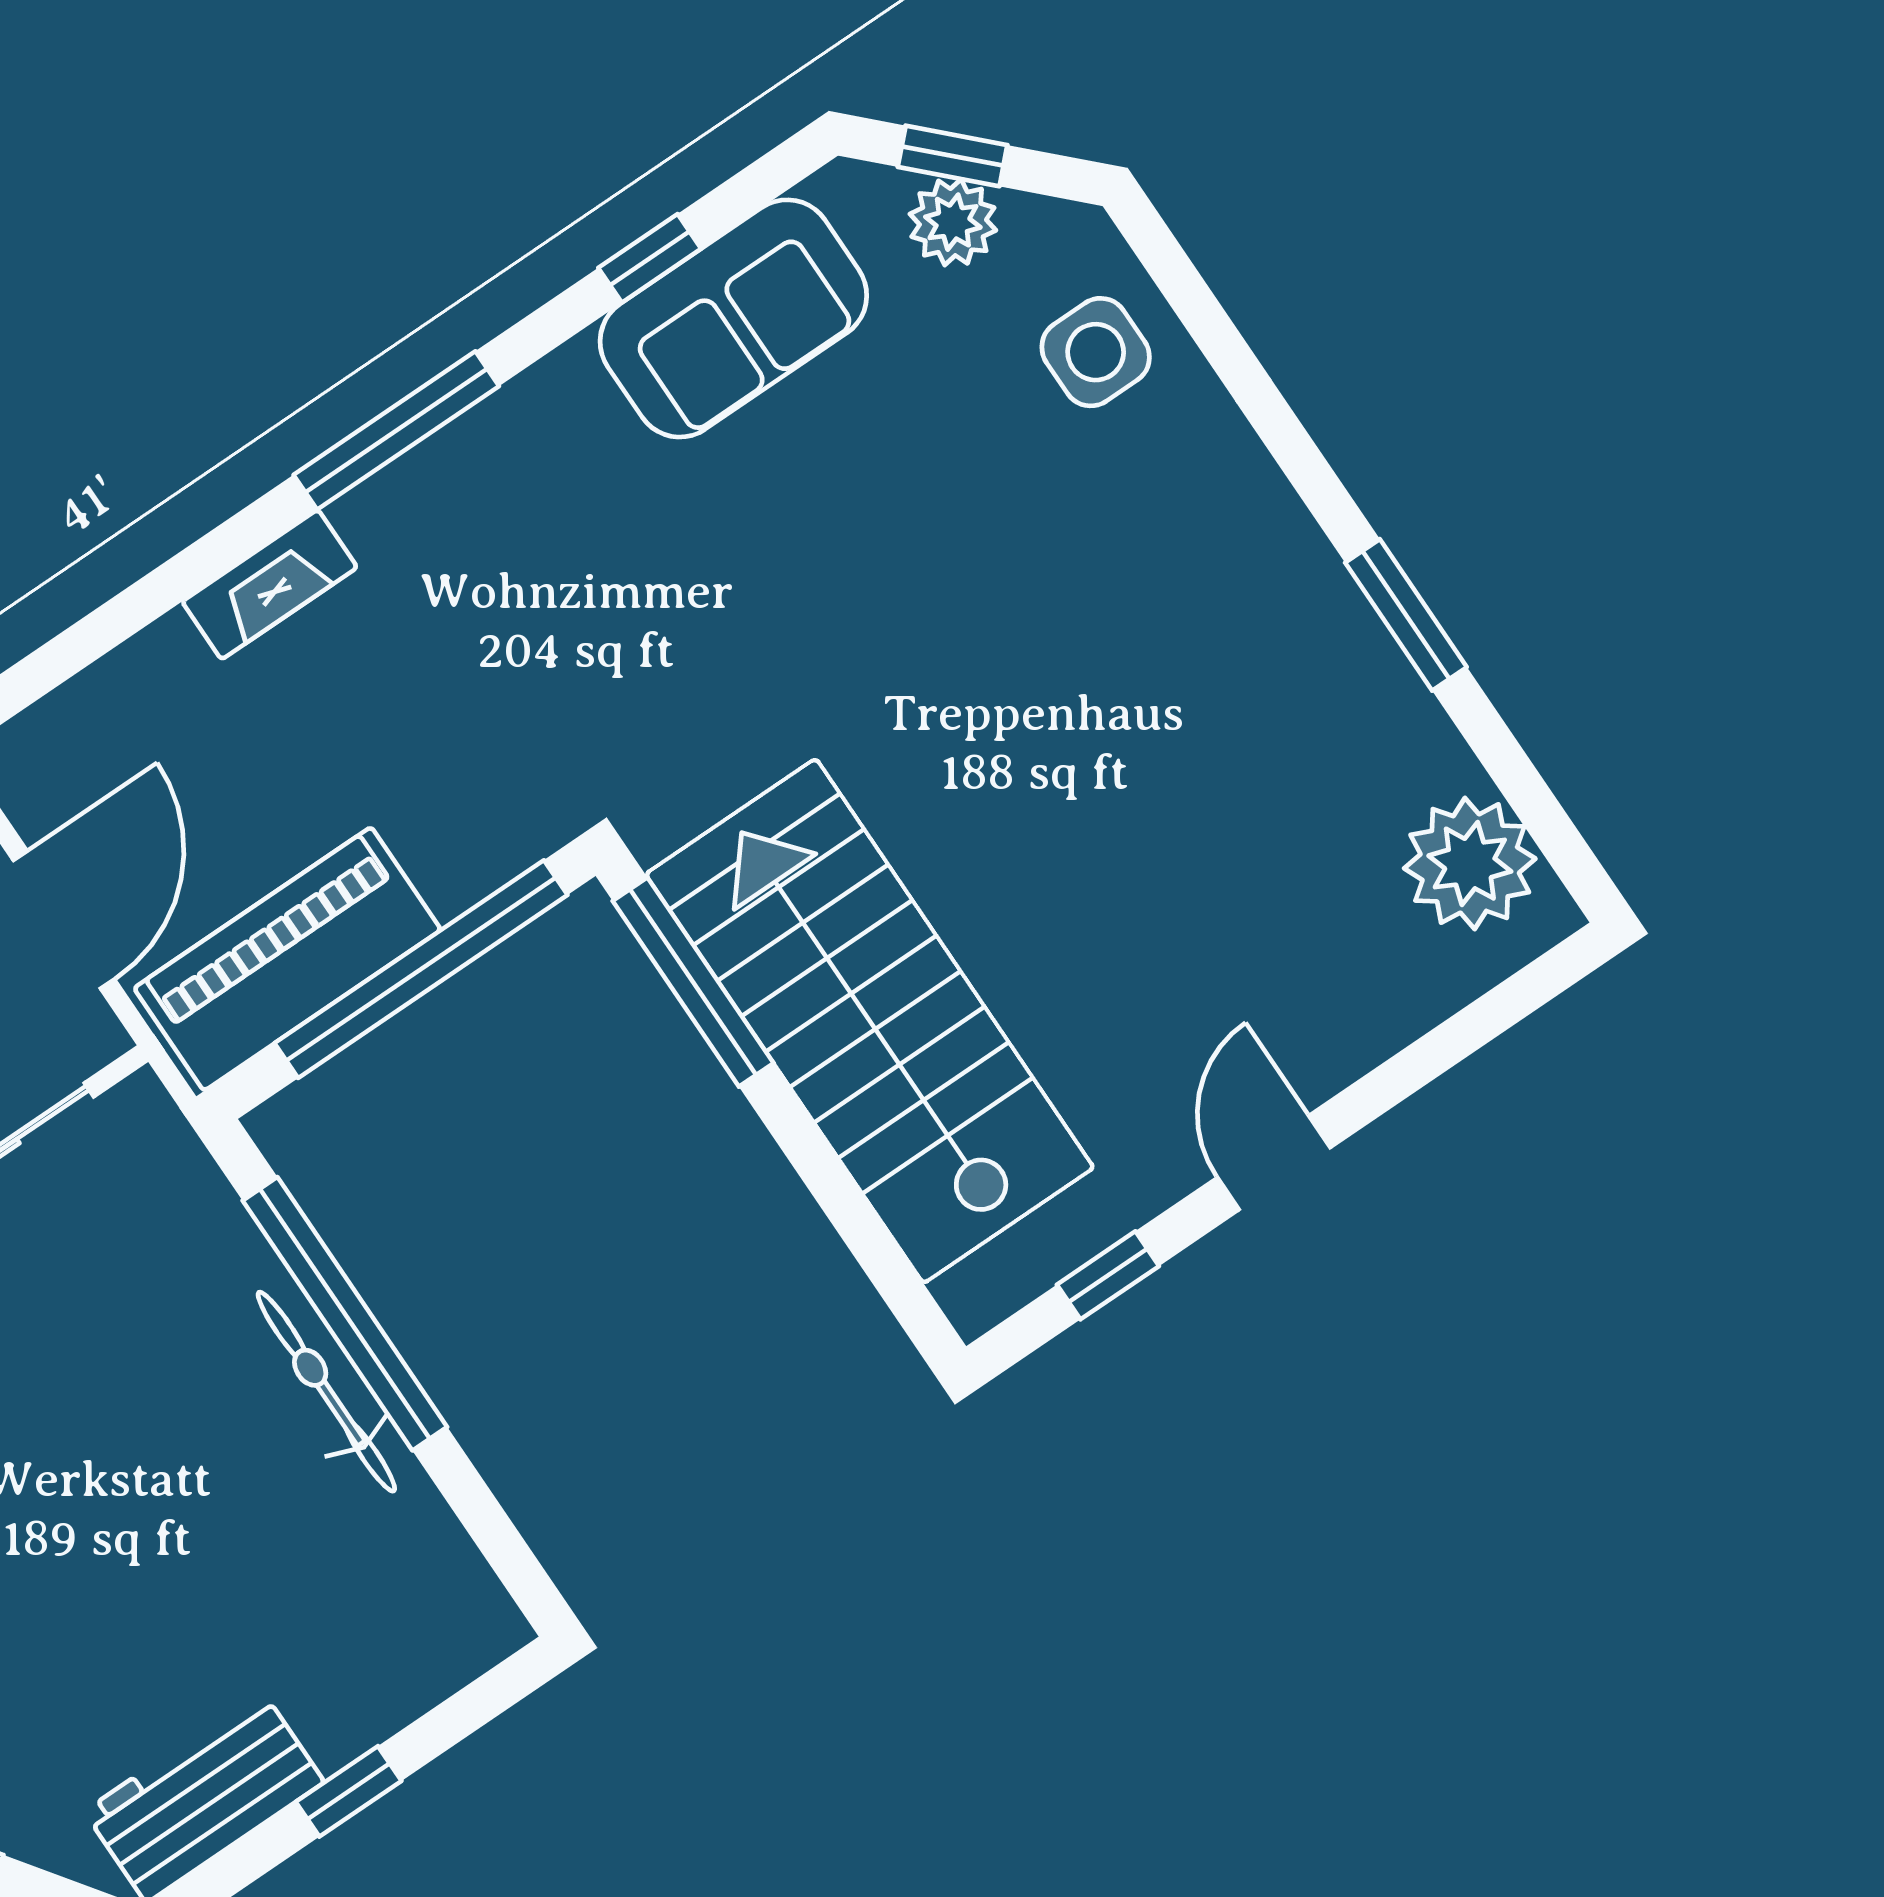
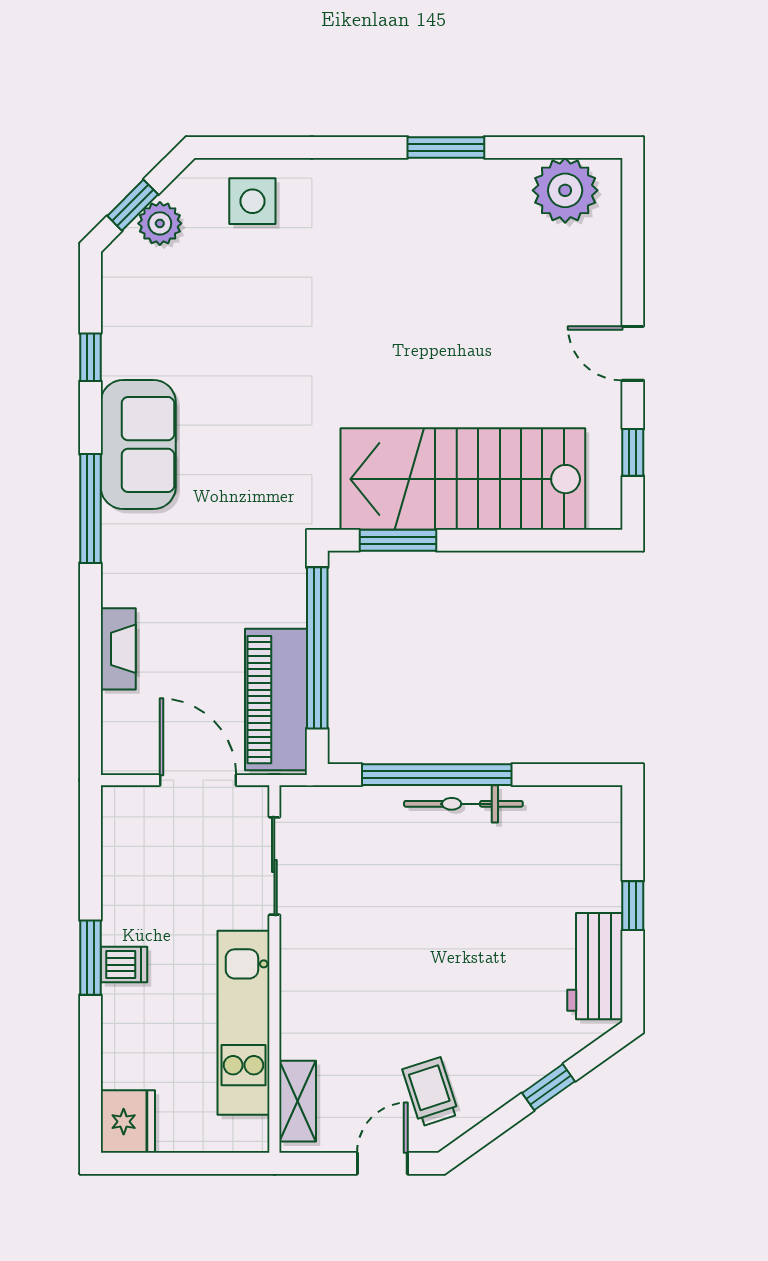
sofa: (733, 318) -> (138, 444), moved
fireplace: (270, 584) -> (118, 649), moved
window: (693, 982) -> (398, 540), width x0.69

